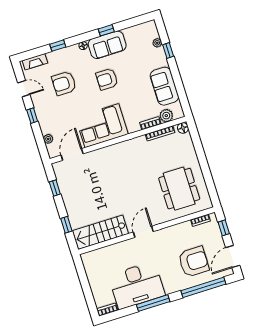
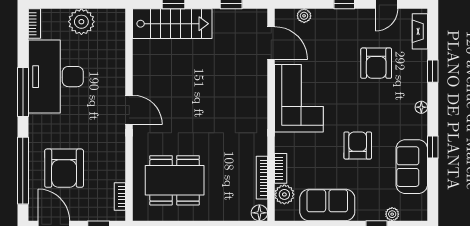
sofa: (107, 45) -> (412, 167), moved
armchair: (107, 79) -> (358, 145), moved
armchair: (64, 83) -> (376, 63), turned 180
stairs: (100, 232) -> (172, 24), moved, turned 90
plant: (97, 280) -> (81, 22), added

